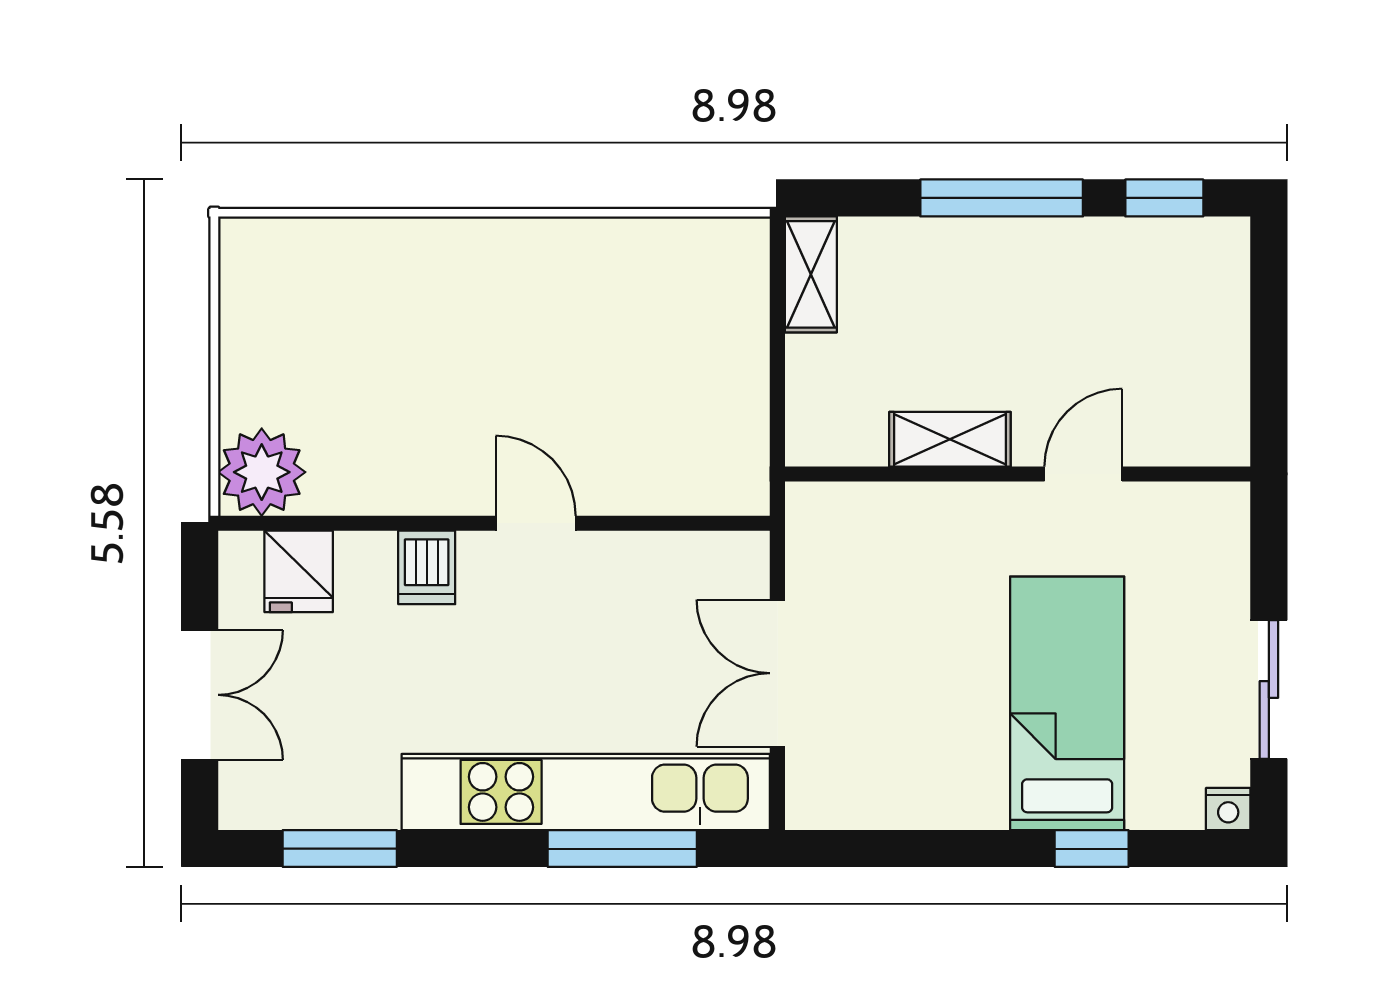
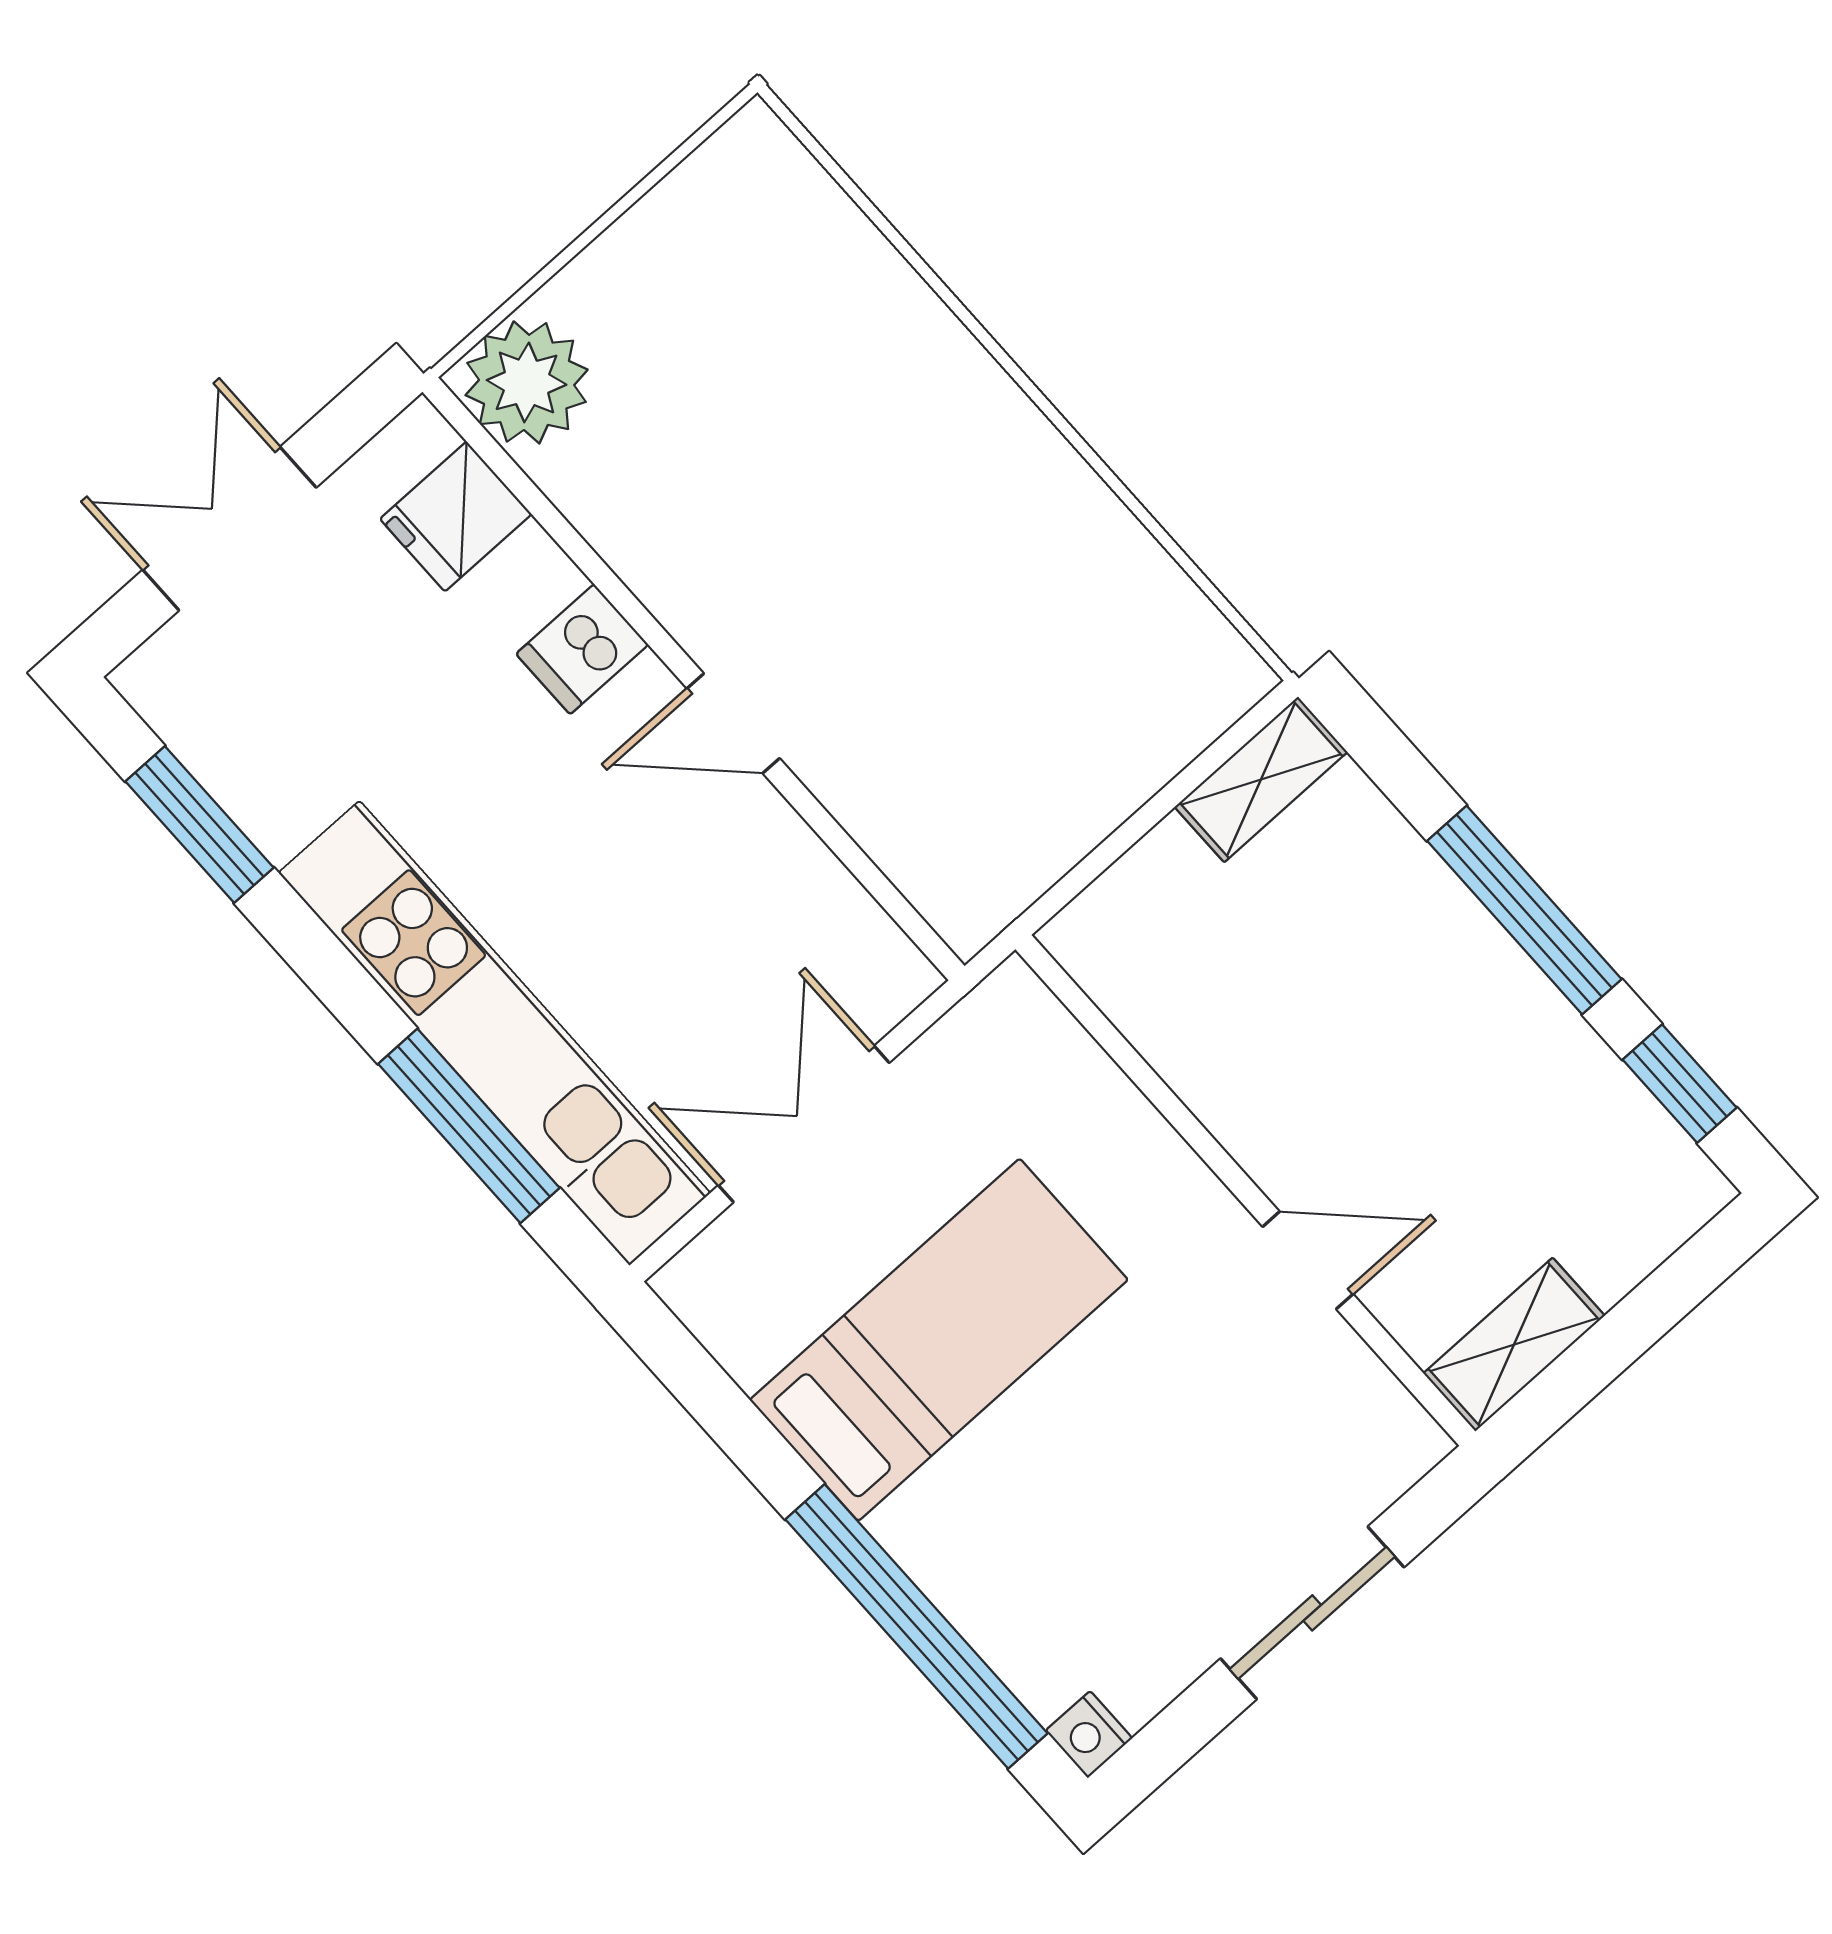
shelving: (950, 439) -> (1514, 1345), moved, turned 90
door: (536, 523) -> (733, 723), swing flipped
sliding door: (1269, 689) -> (1312, 1613), moved
double door: (200, 695) -> (229, 529), swing flipped
bed: (1067, 703) -> (939, 1340), moved
window: (1092, 849) -> (916, 1626), width x3.17

